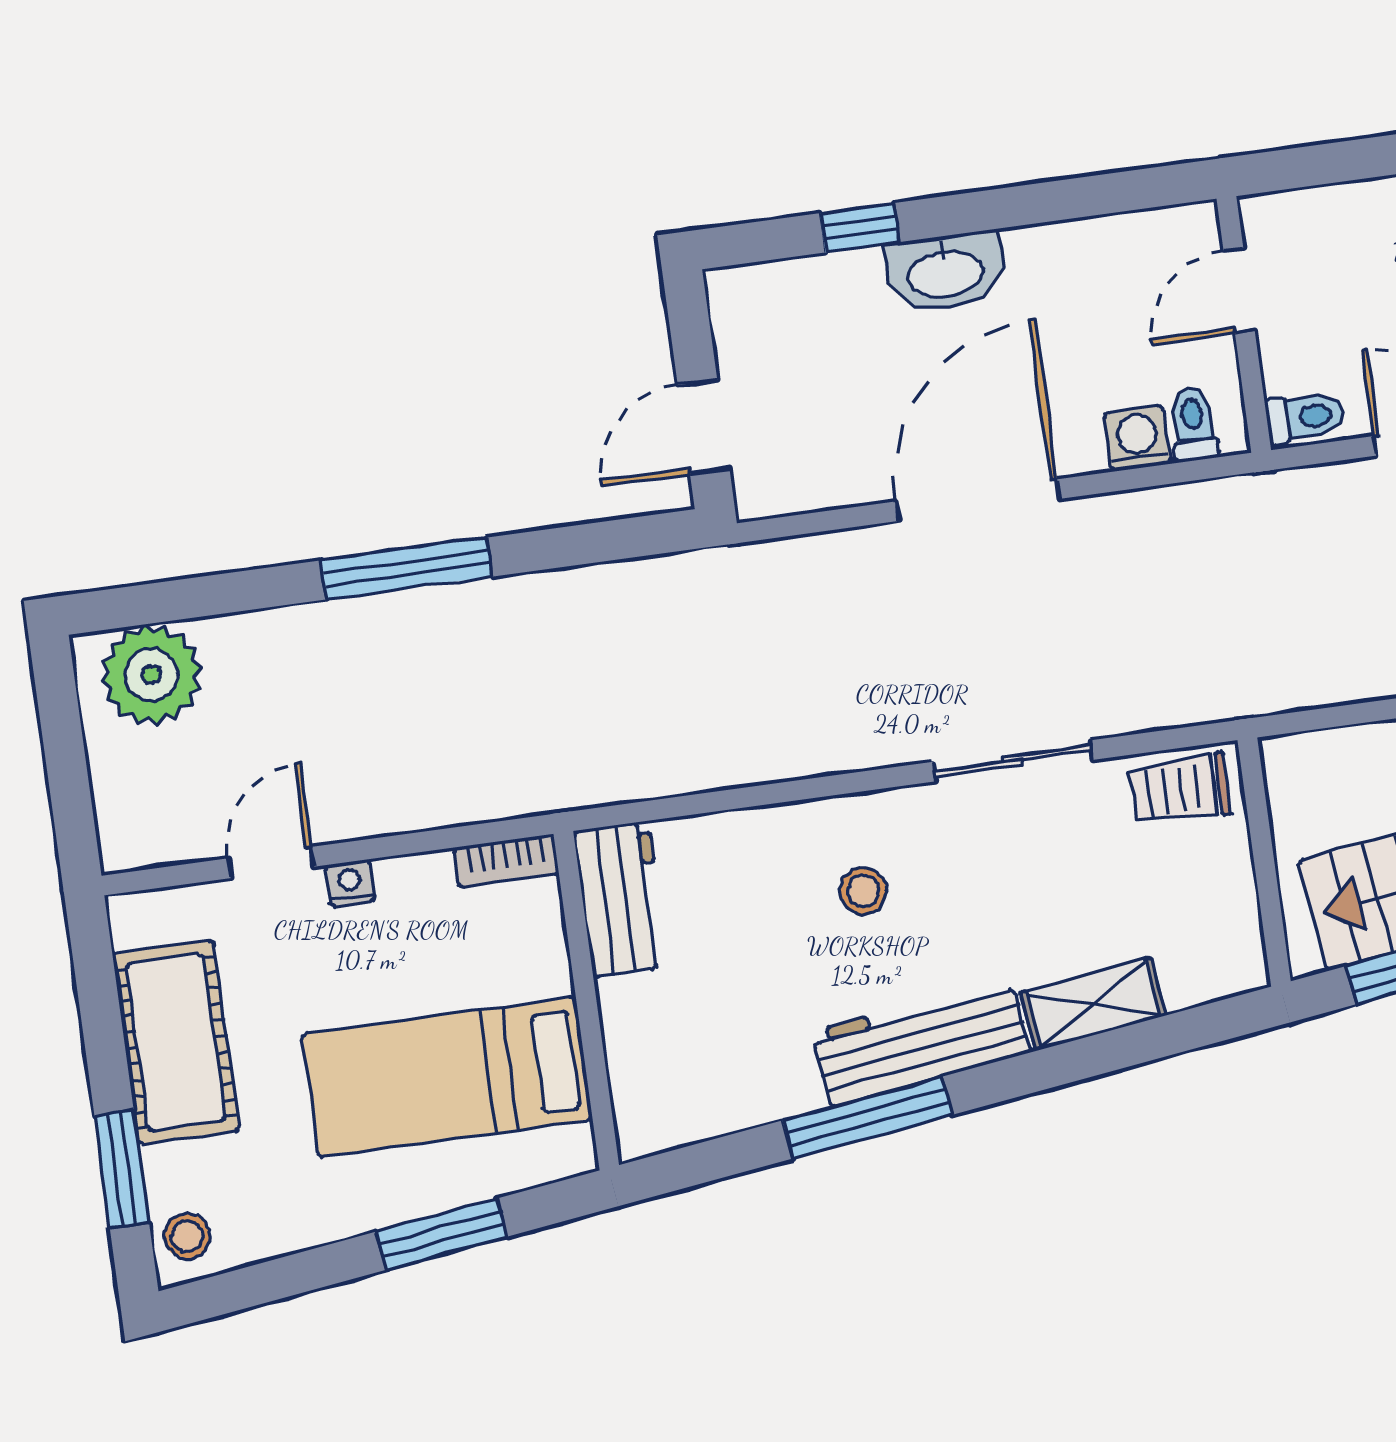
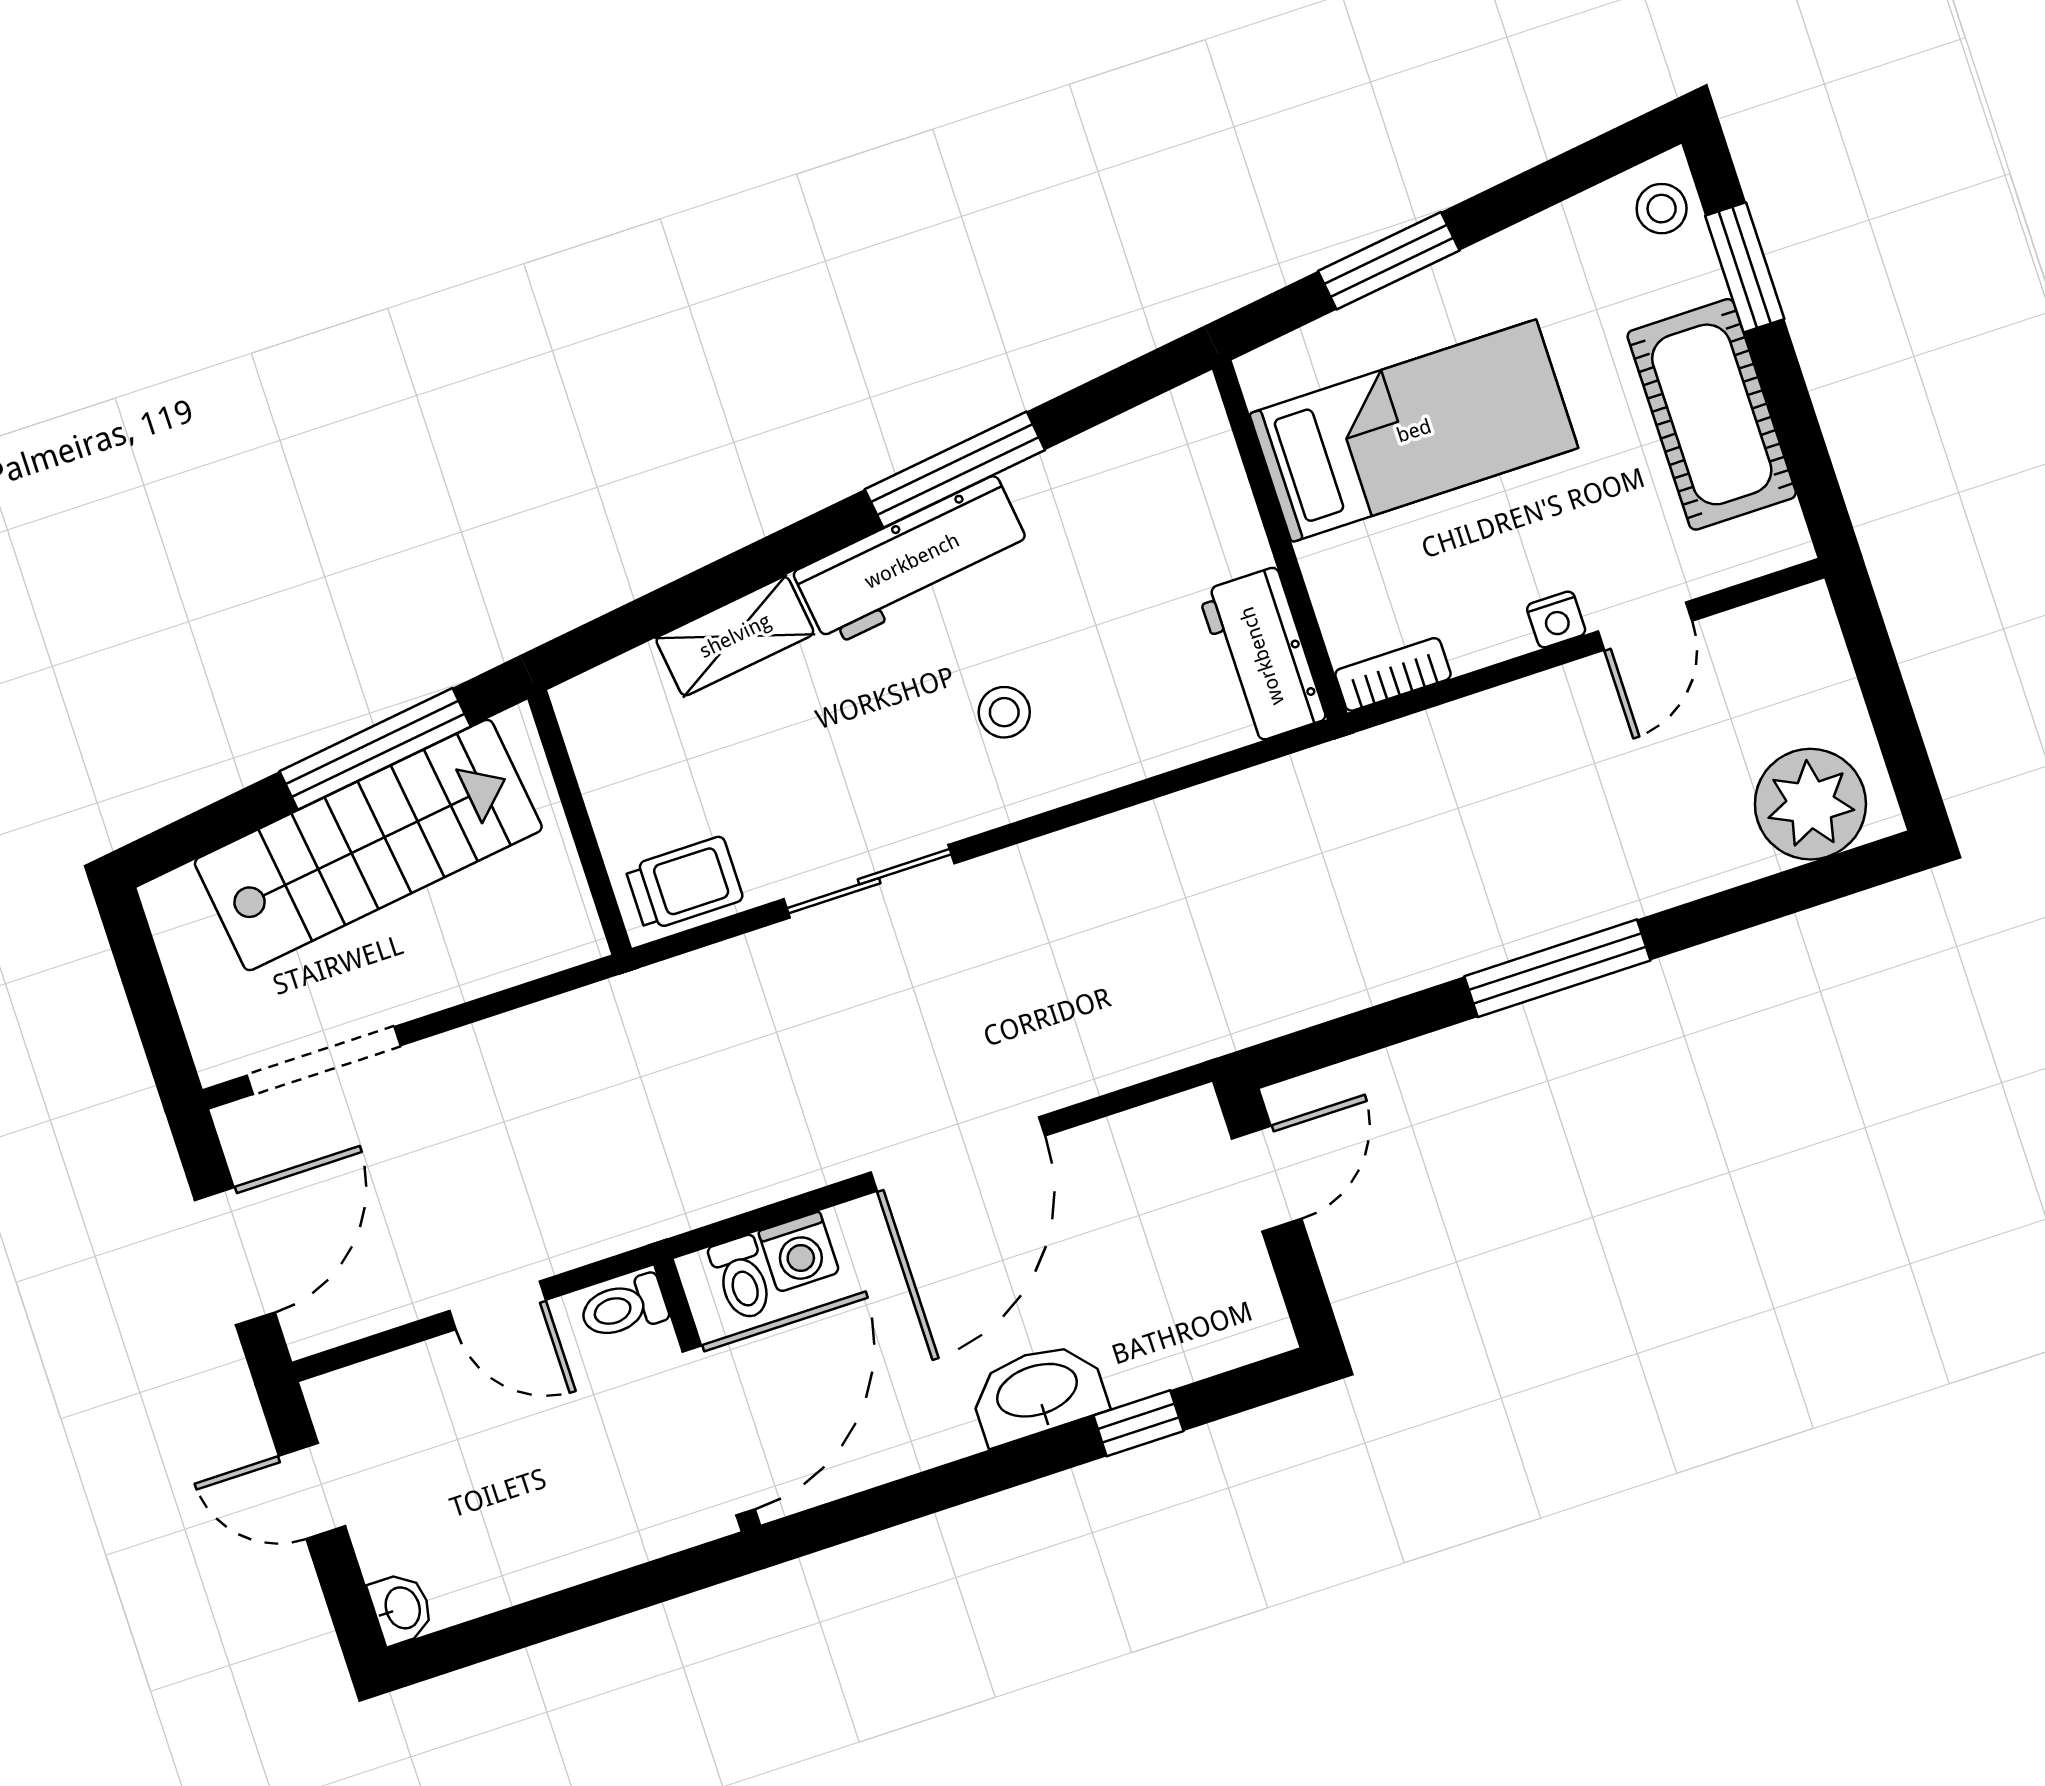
door: (1239, 291) -> (719, 1430), width x1.88

